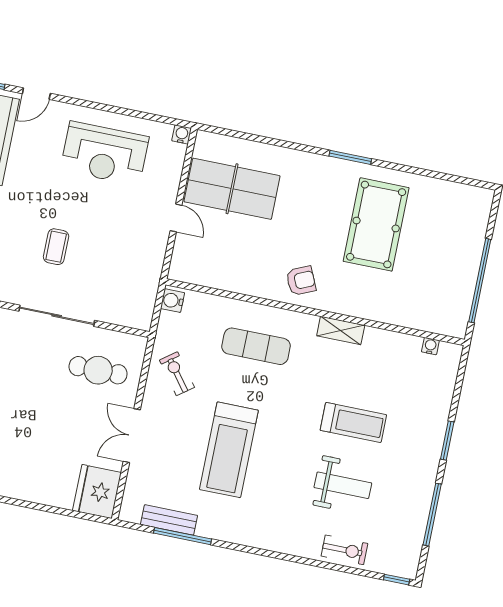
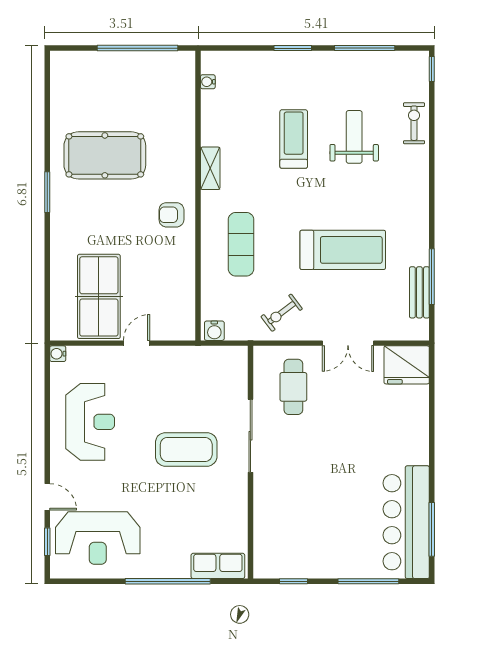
coffee table: (56, 247) -> (186, 449), width x1.86, depth x1.72
armchair: (301, 281) -> (171, 215), turned -66

